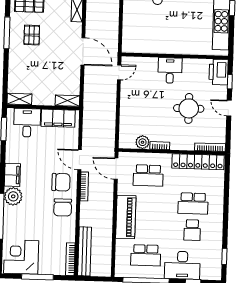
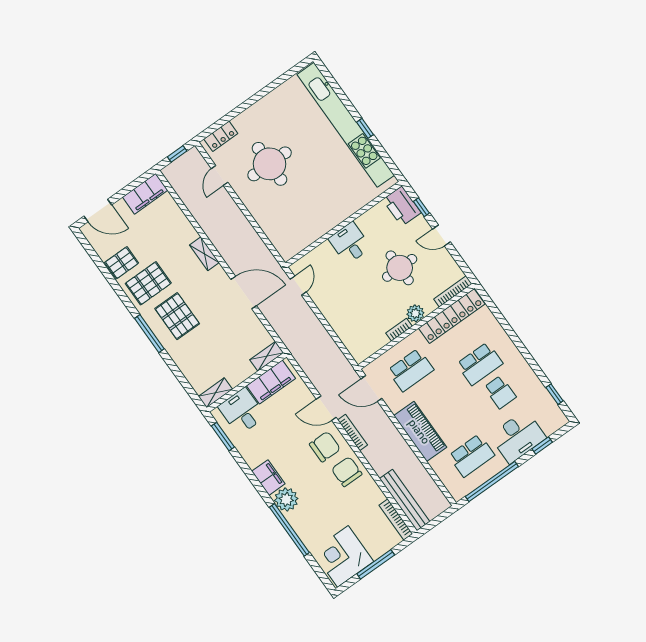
pallet: (32, 35) -> (177, 316), width x1.50, depth x1.42
plant: (142, 142) -> (415, 313), moved
chair: (63, 207) -> (347, 472), turned 180

